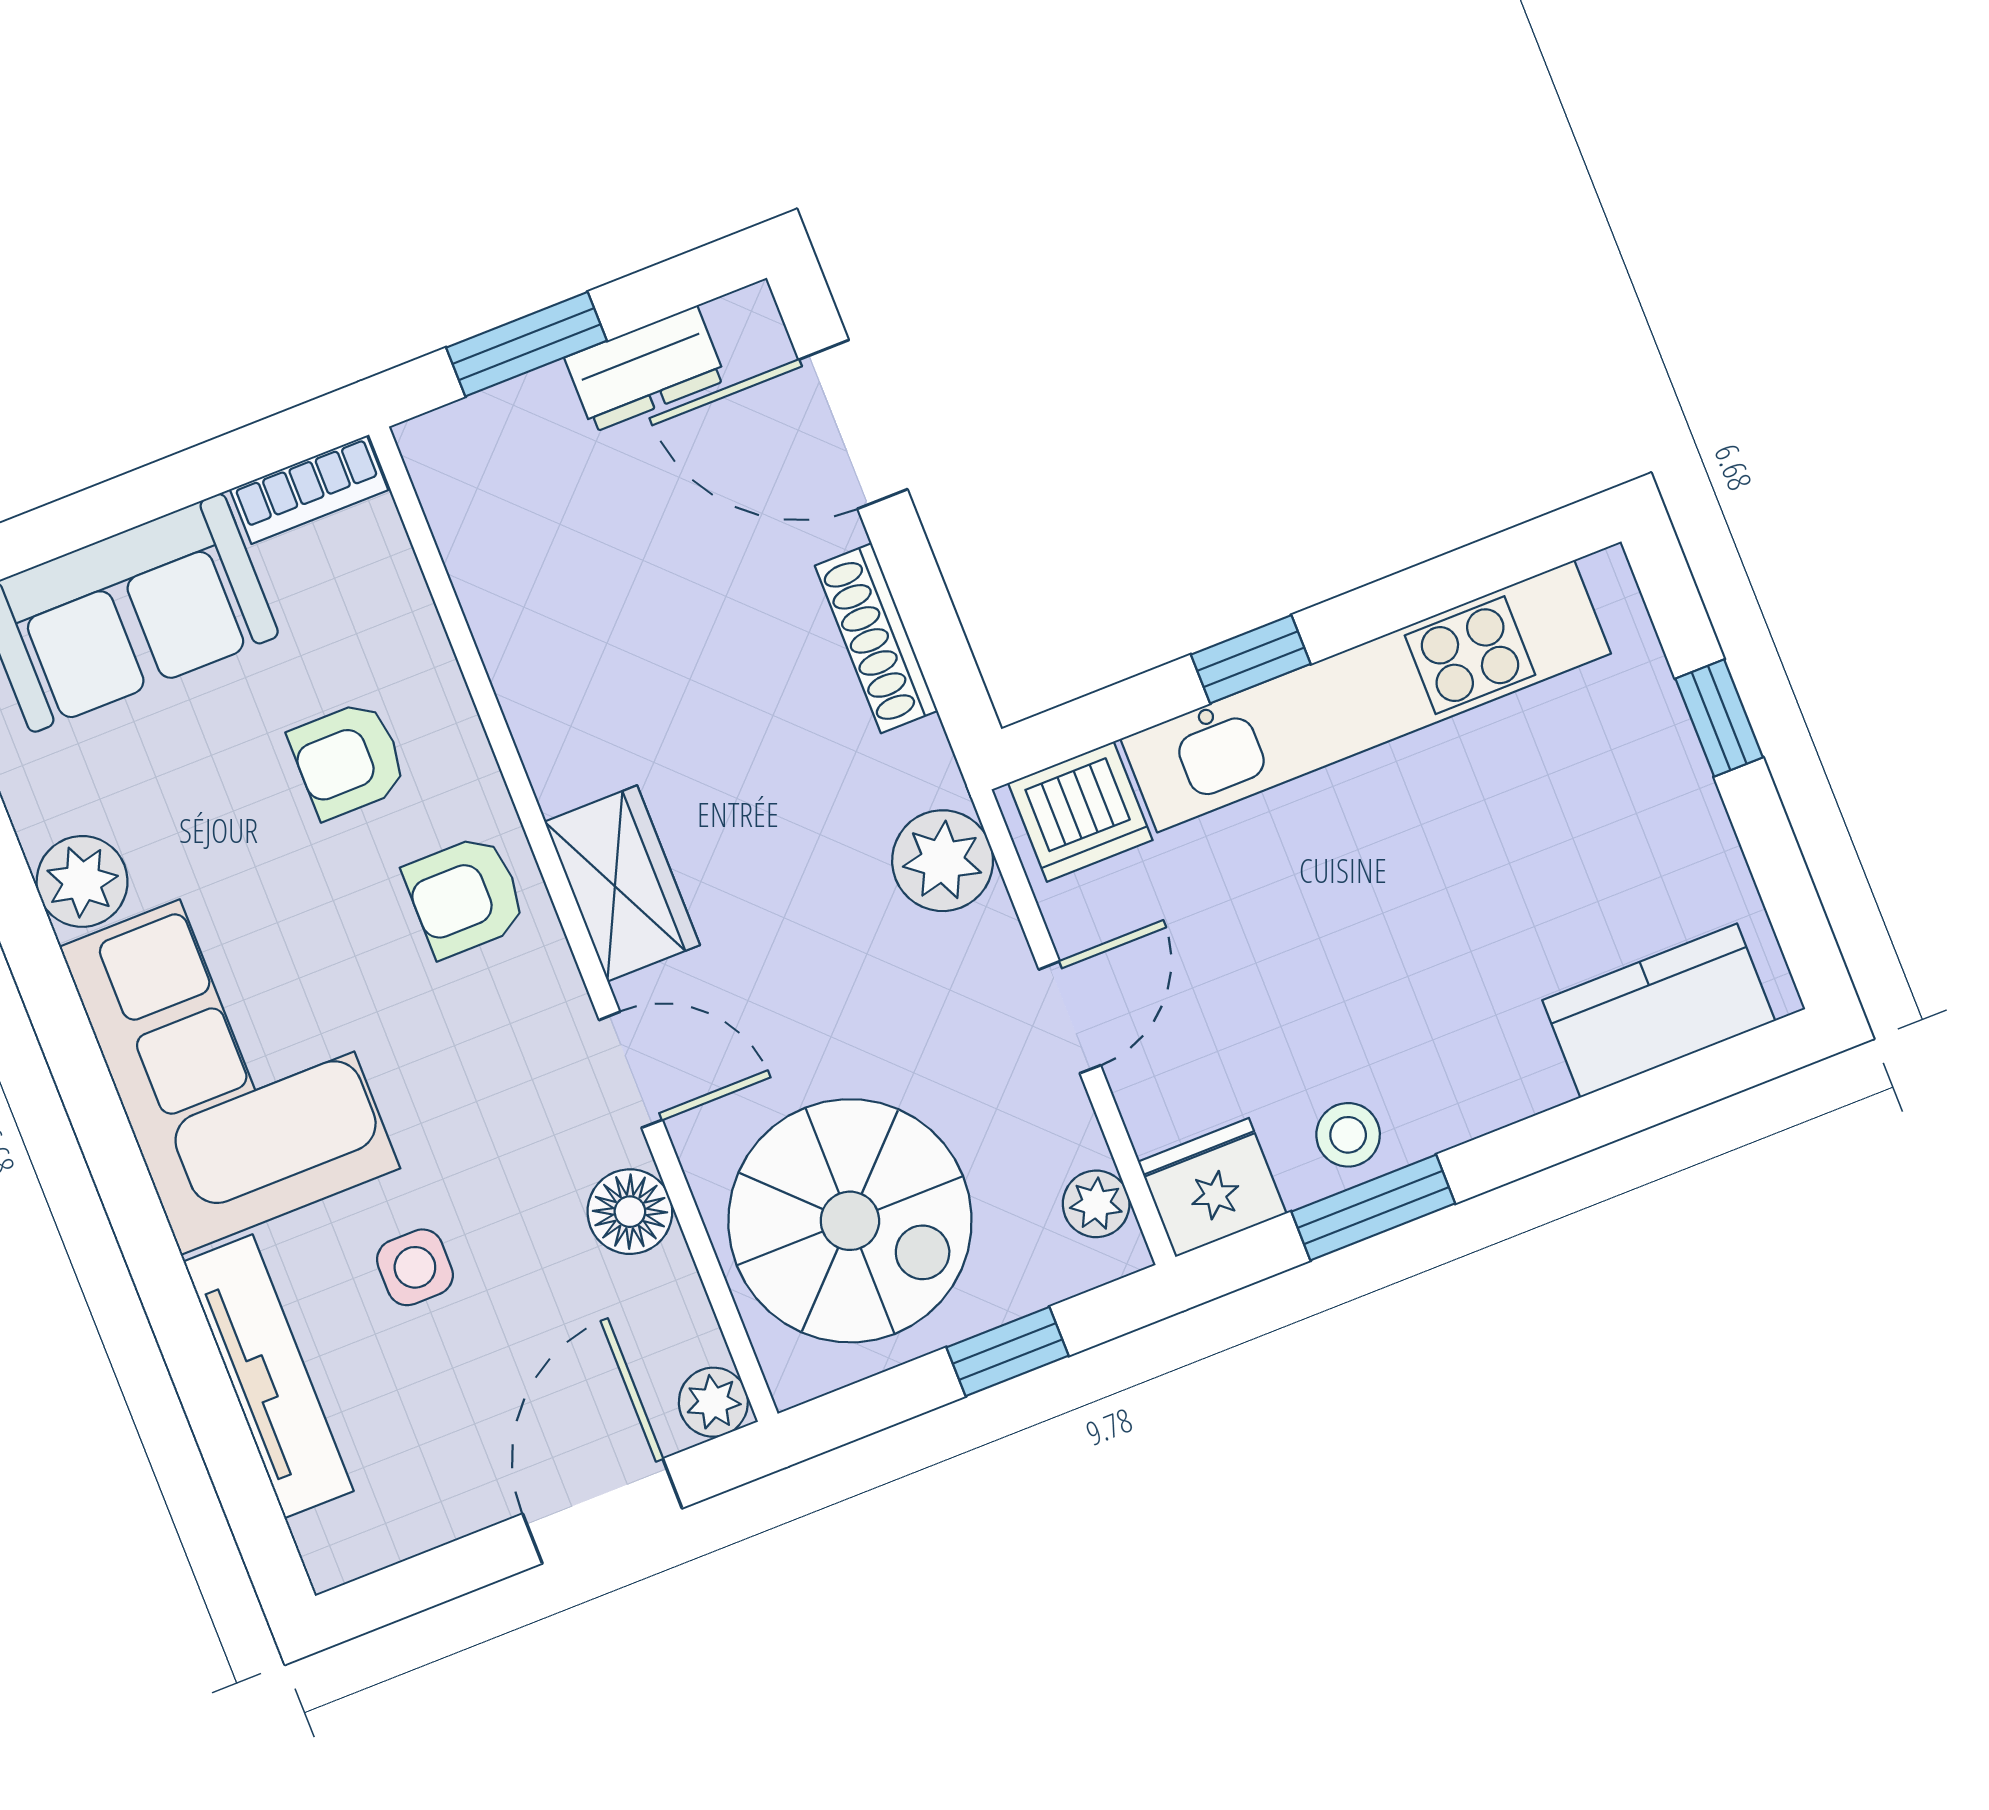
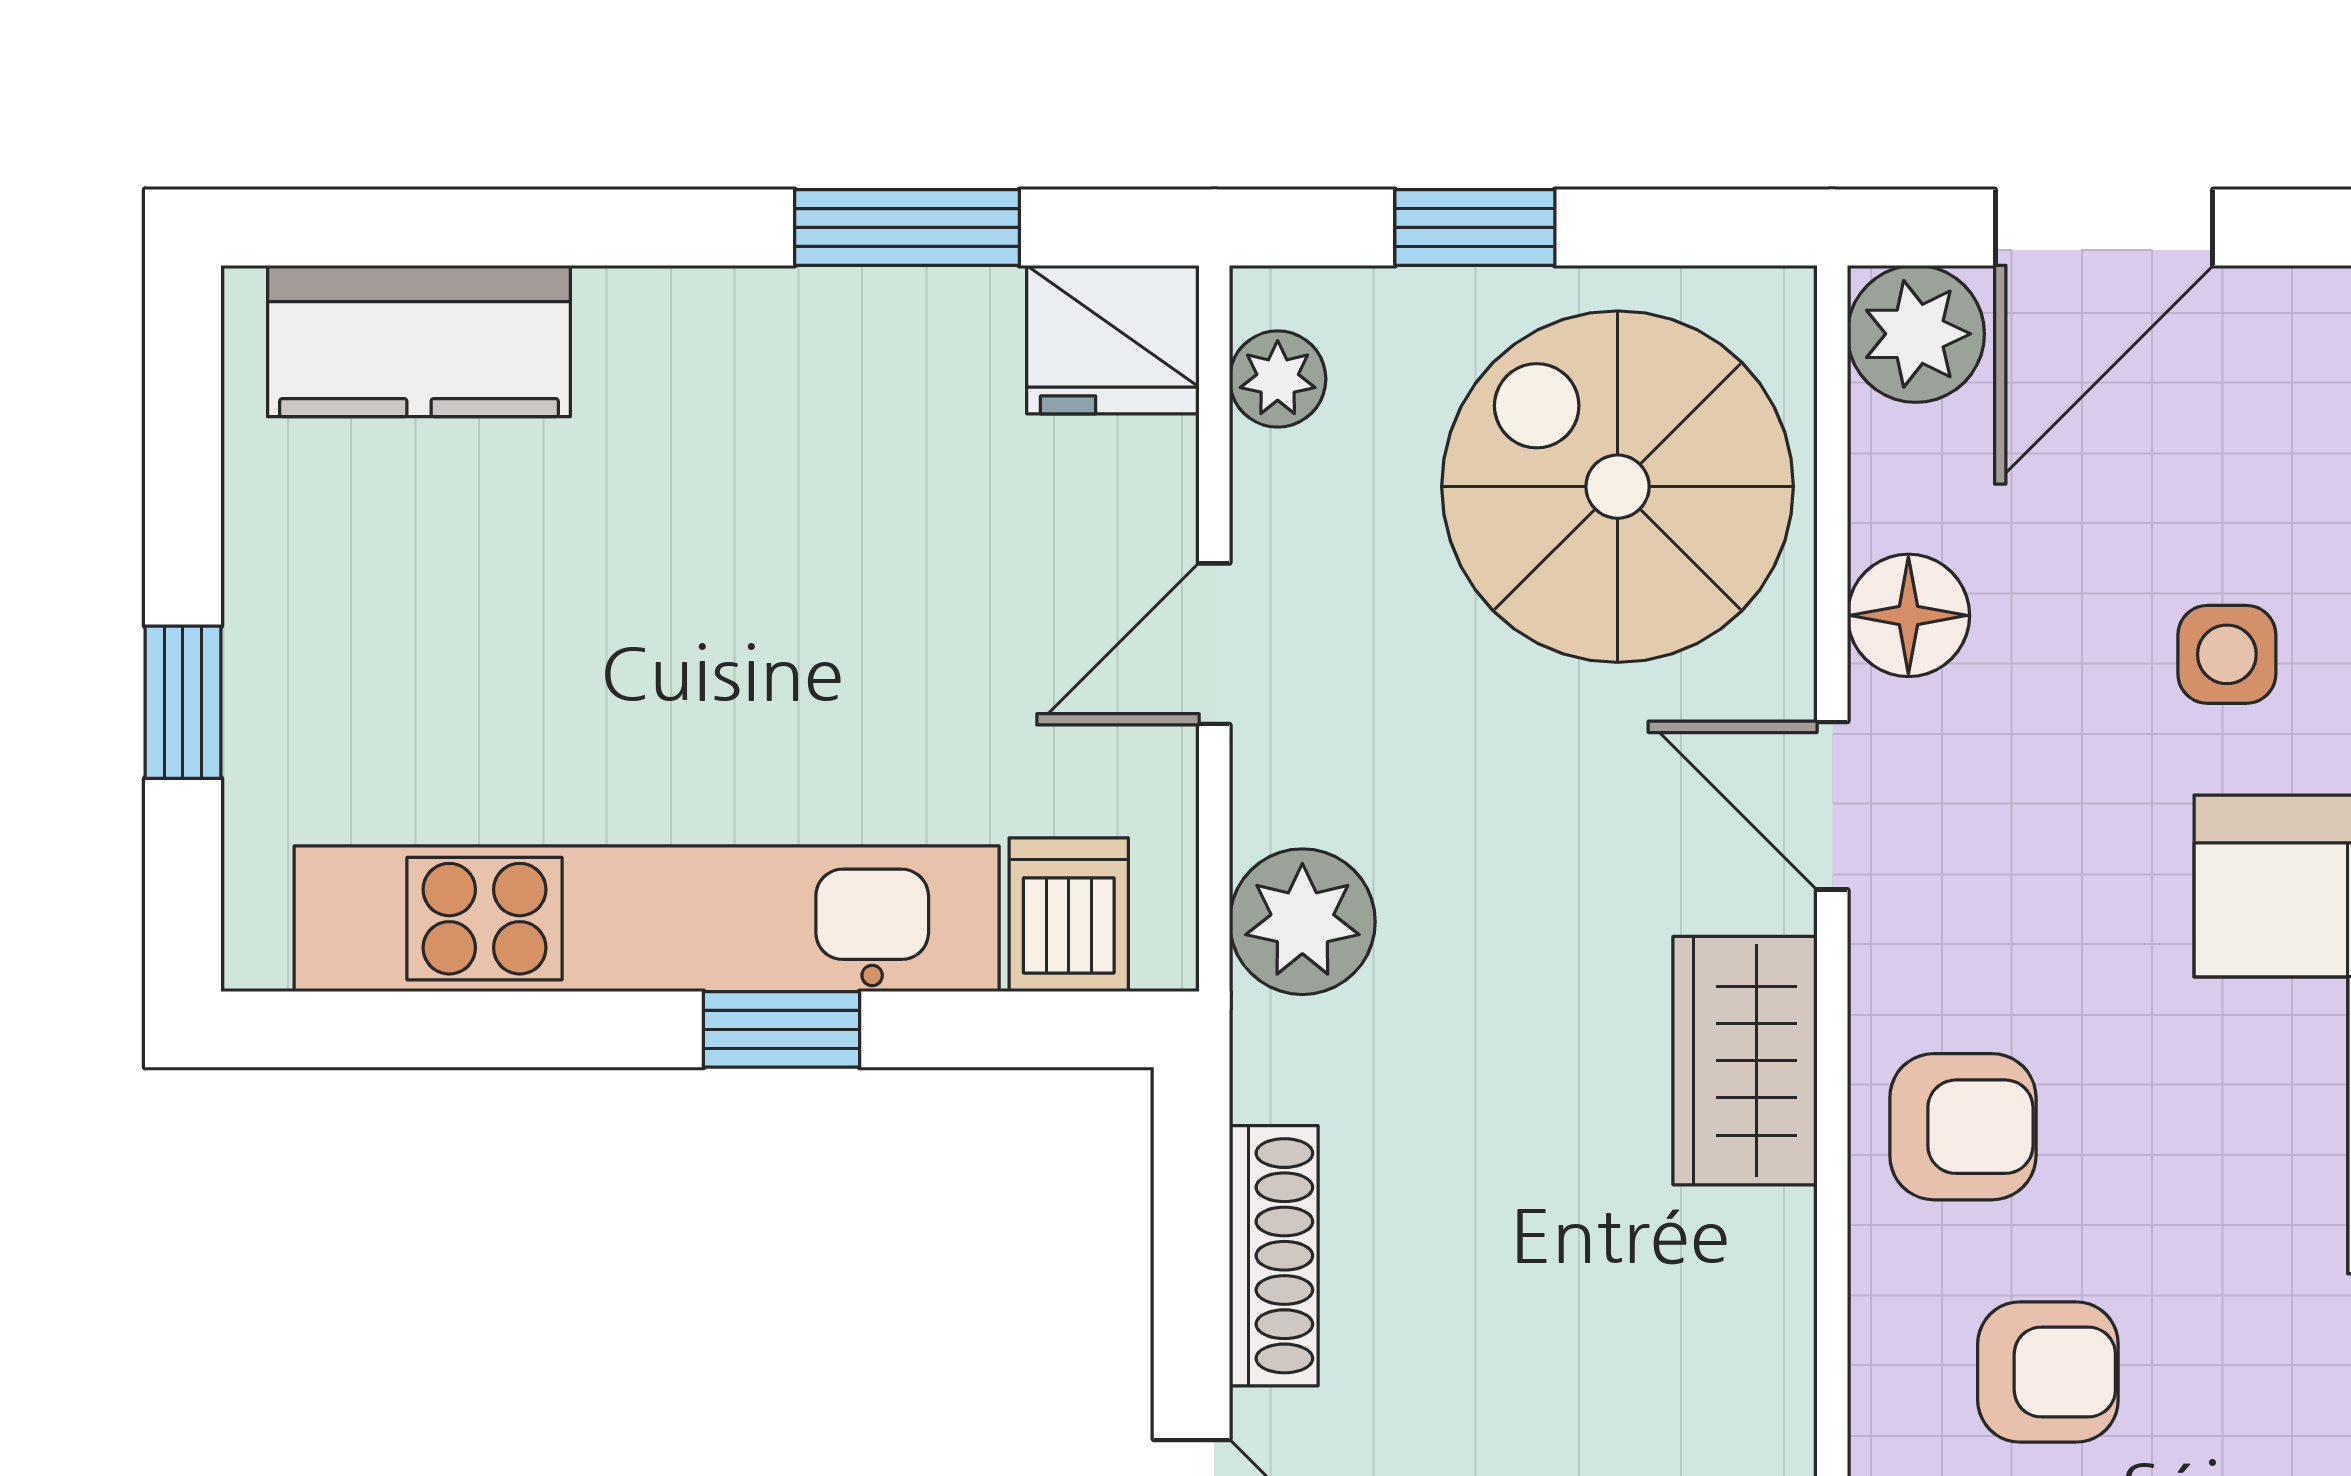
dishwasher: (1080, 812) -> (1069, 915), width x0.73
stool: (1348, 1135) -> (902, 338), removed
plant: (713, 1402) -> (1916, 334), width x1.38, depth x1.38

